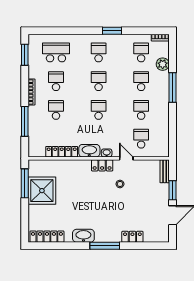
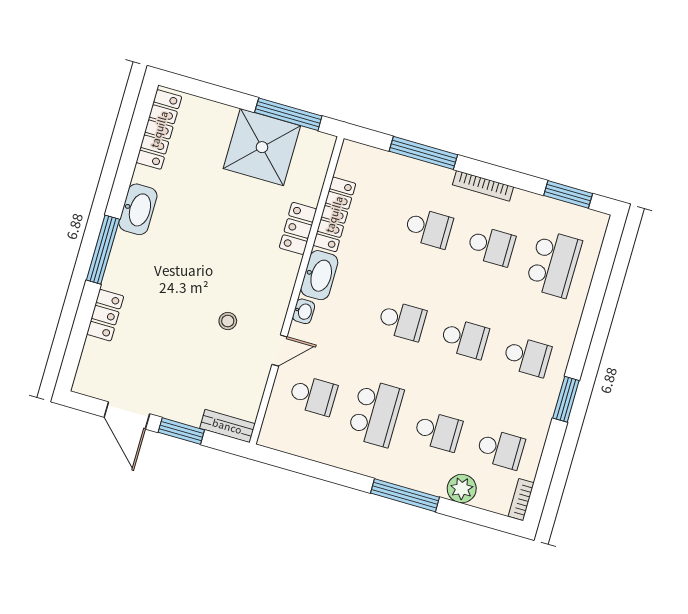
school desk: (141, 110) -> (376, 413), width x1.85
locker: (102, 165) -> (298, 228), moved

